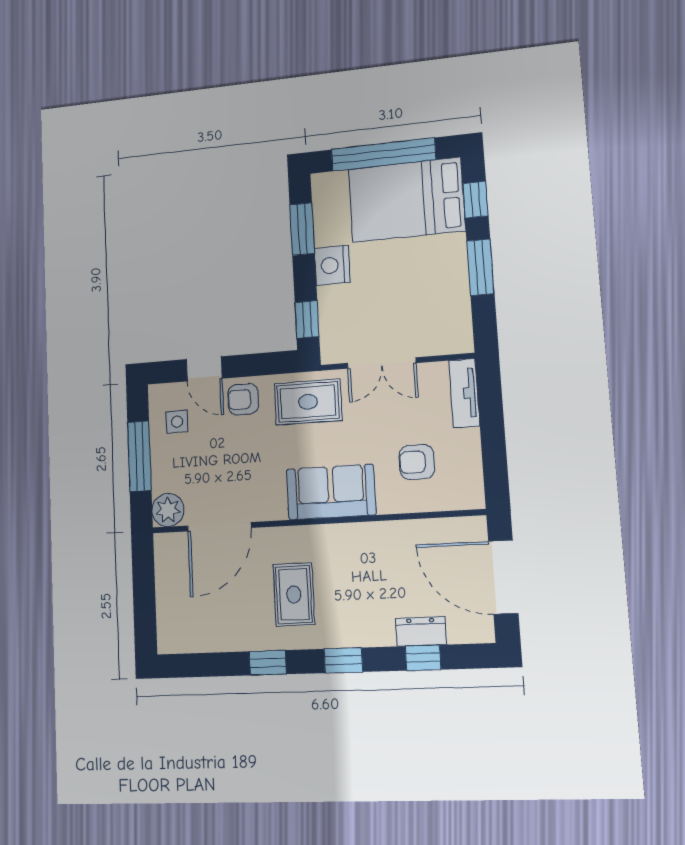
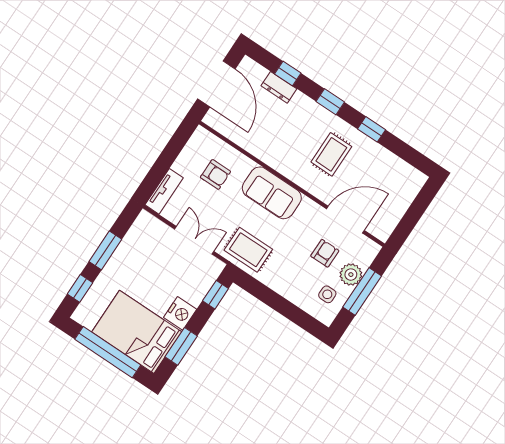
bed: (406, 200) -> (137, 332), moved, turned 180
door: (204, 369) -> (291, 312), removed
armchair: (243, 399) -> (325, 253), moved, turned -90
plant: (168, 510) -> (351, 275), moved

